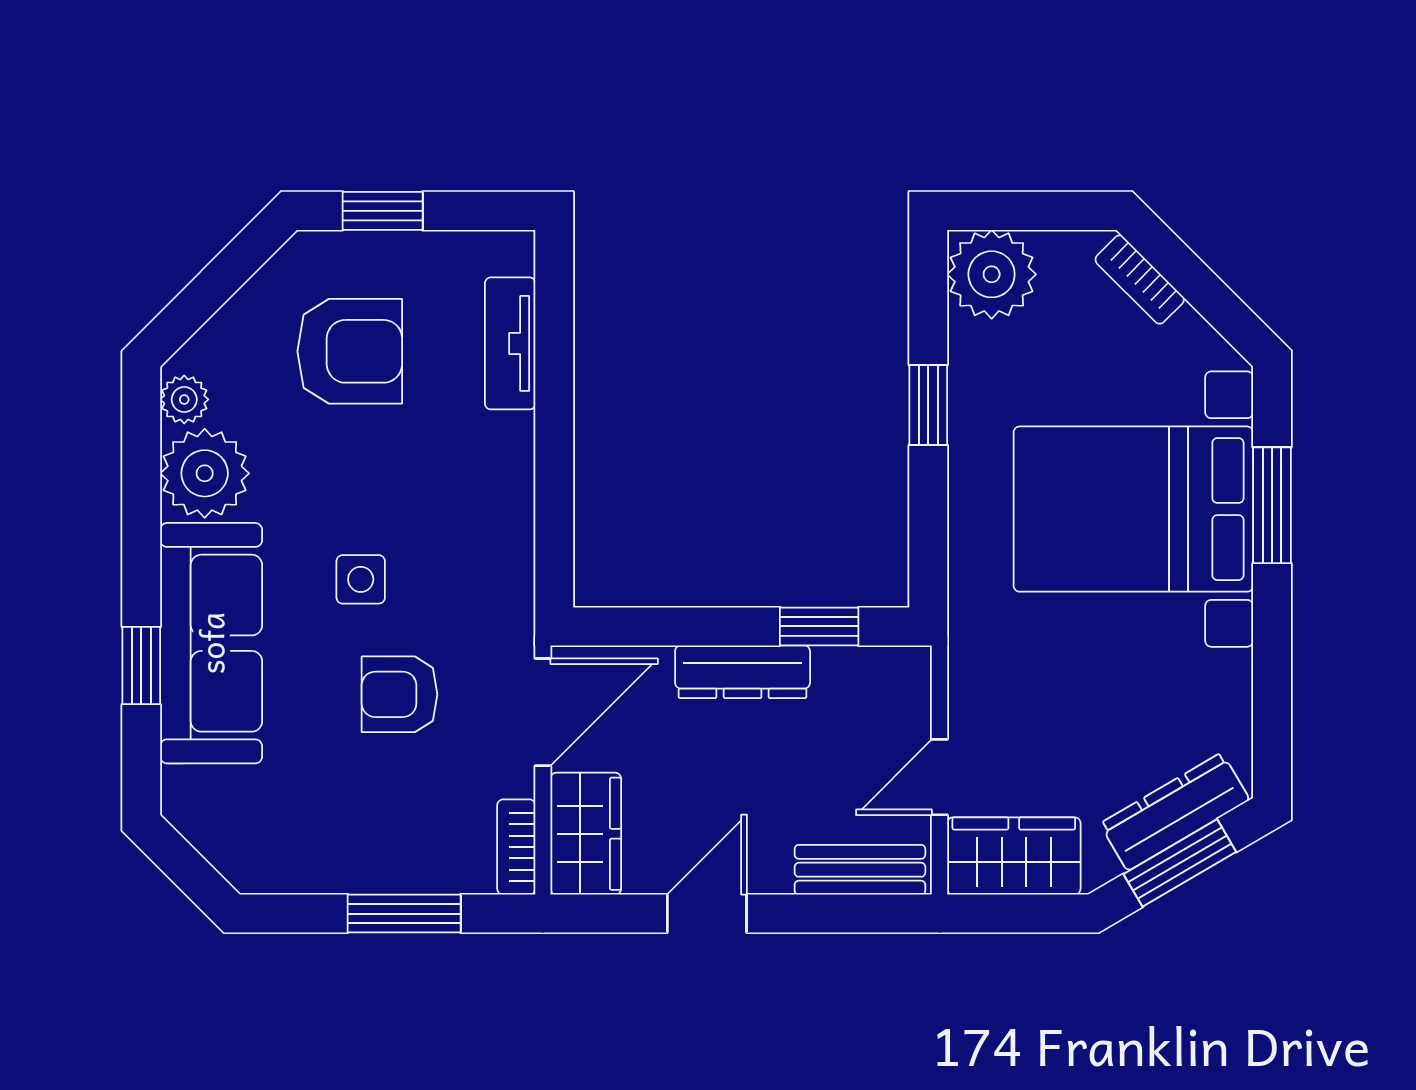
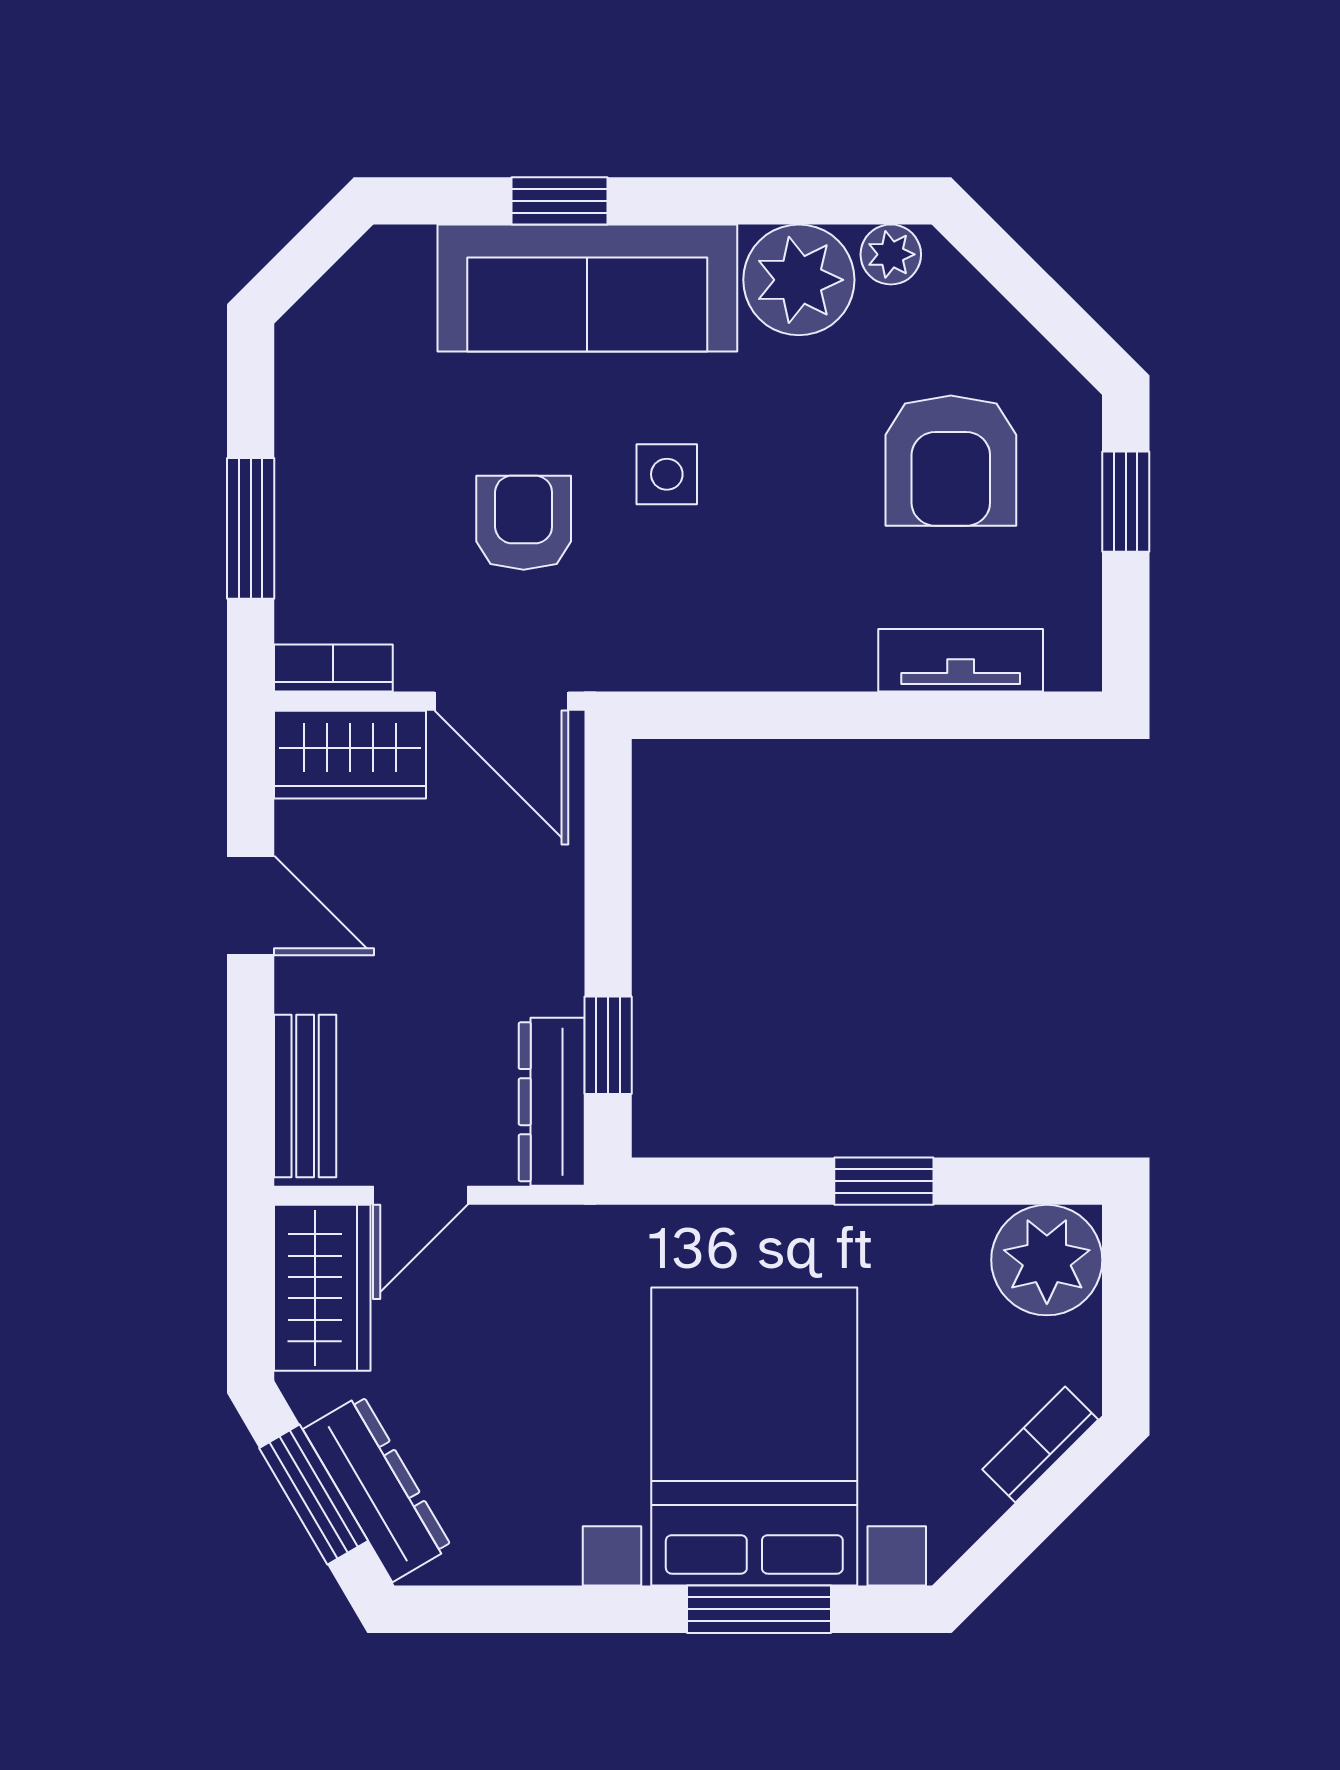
dresser: (743, 672) -> (552, 1102), moved
door: (940, 777) -> (420, 1195), swing flipped

